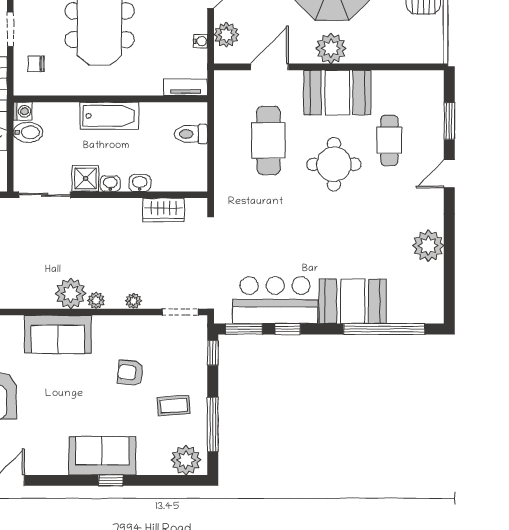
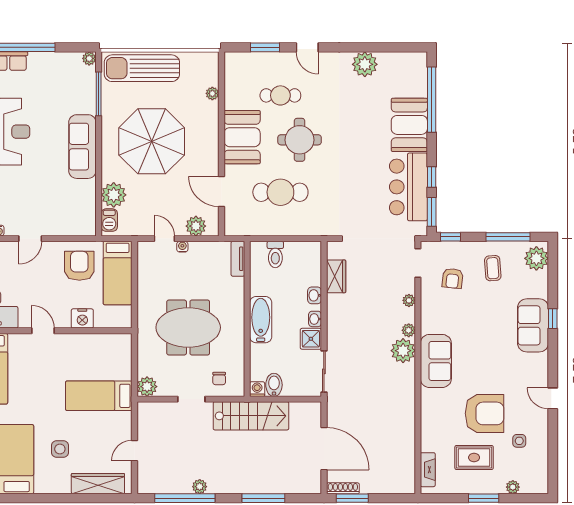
water cooler: (200, 41) -> (182, 247), moved
plant: (331, 48) -> (212, 93), moved, width x0.53, depth x0.53
armchair: (130, 373) -> (453, 278), moved

